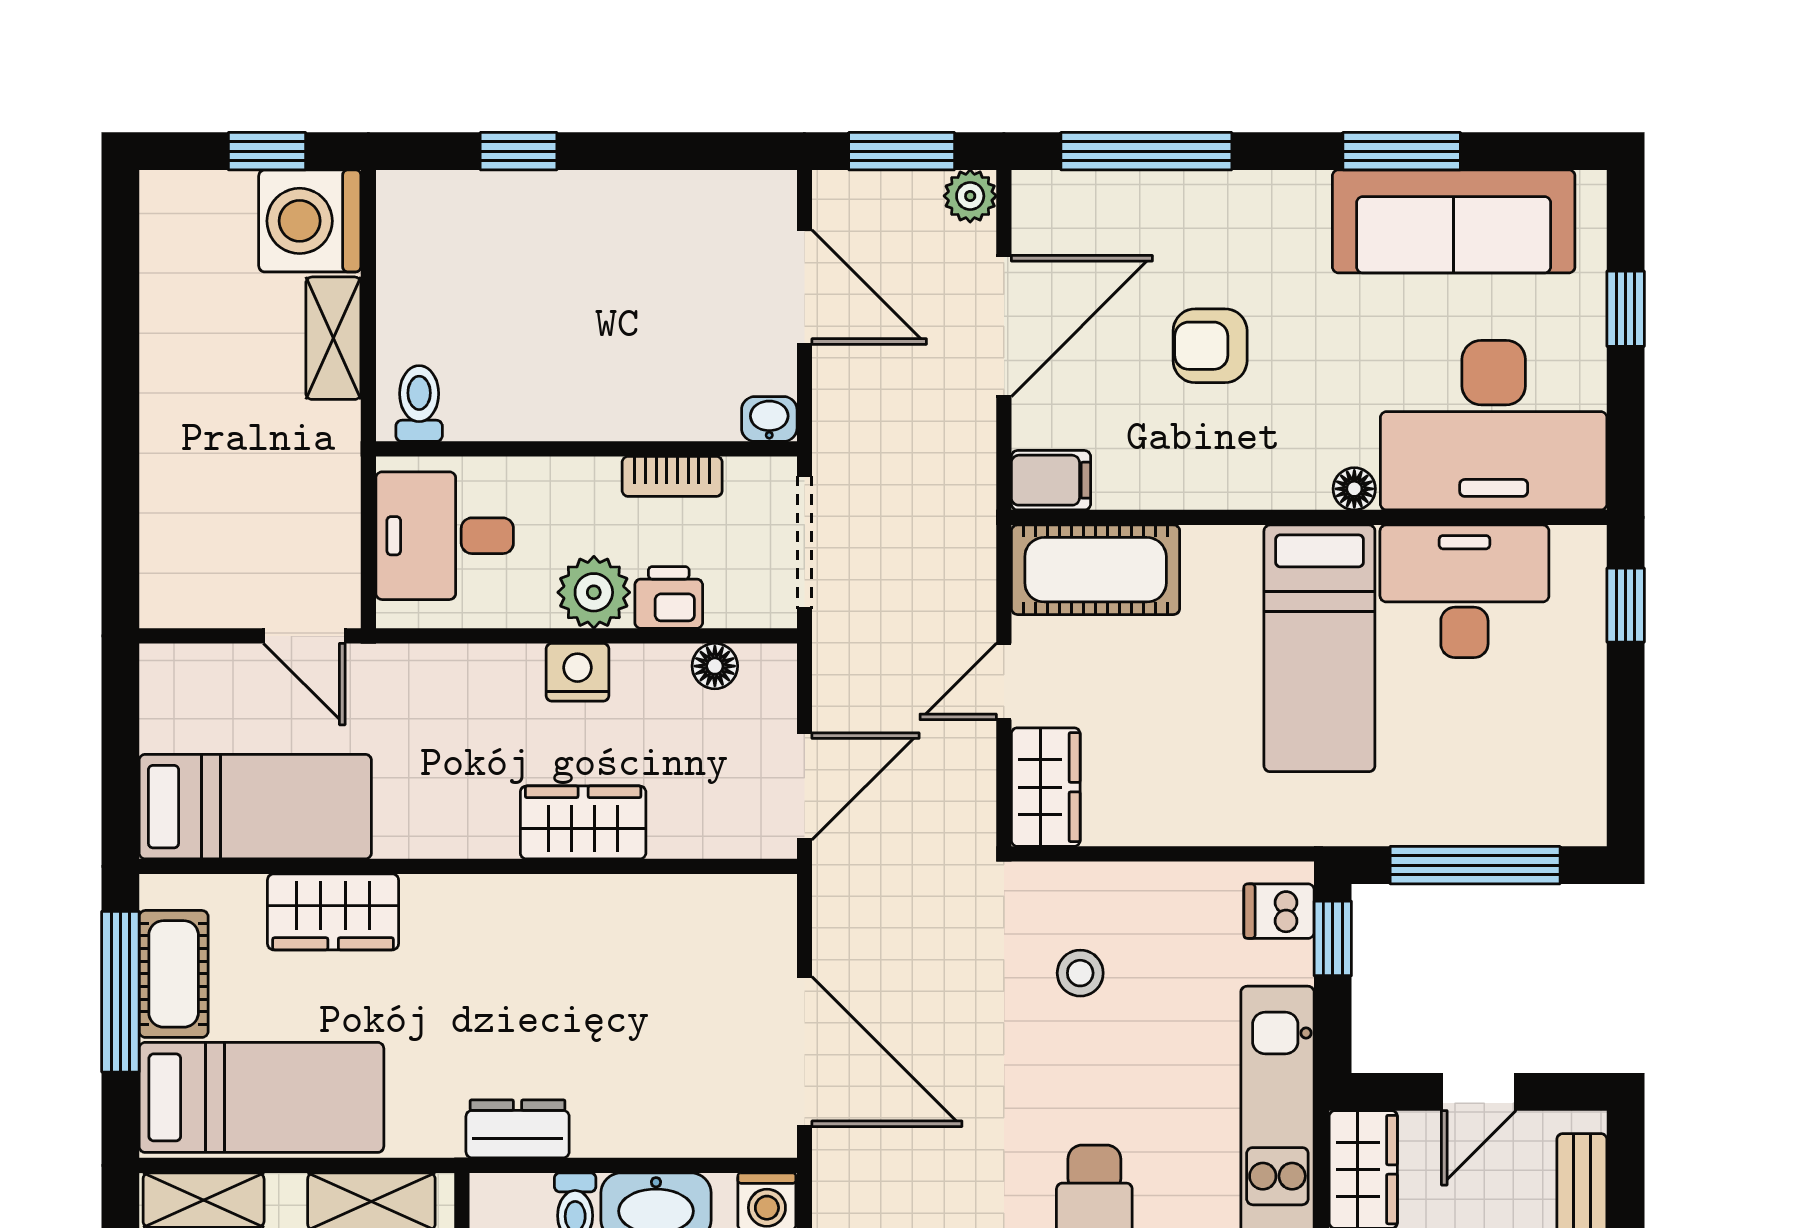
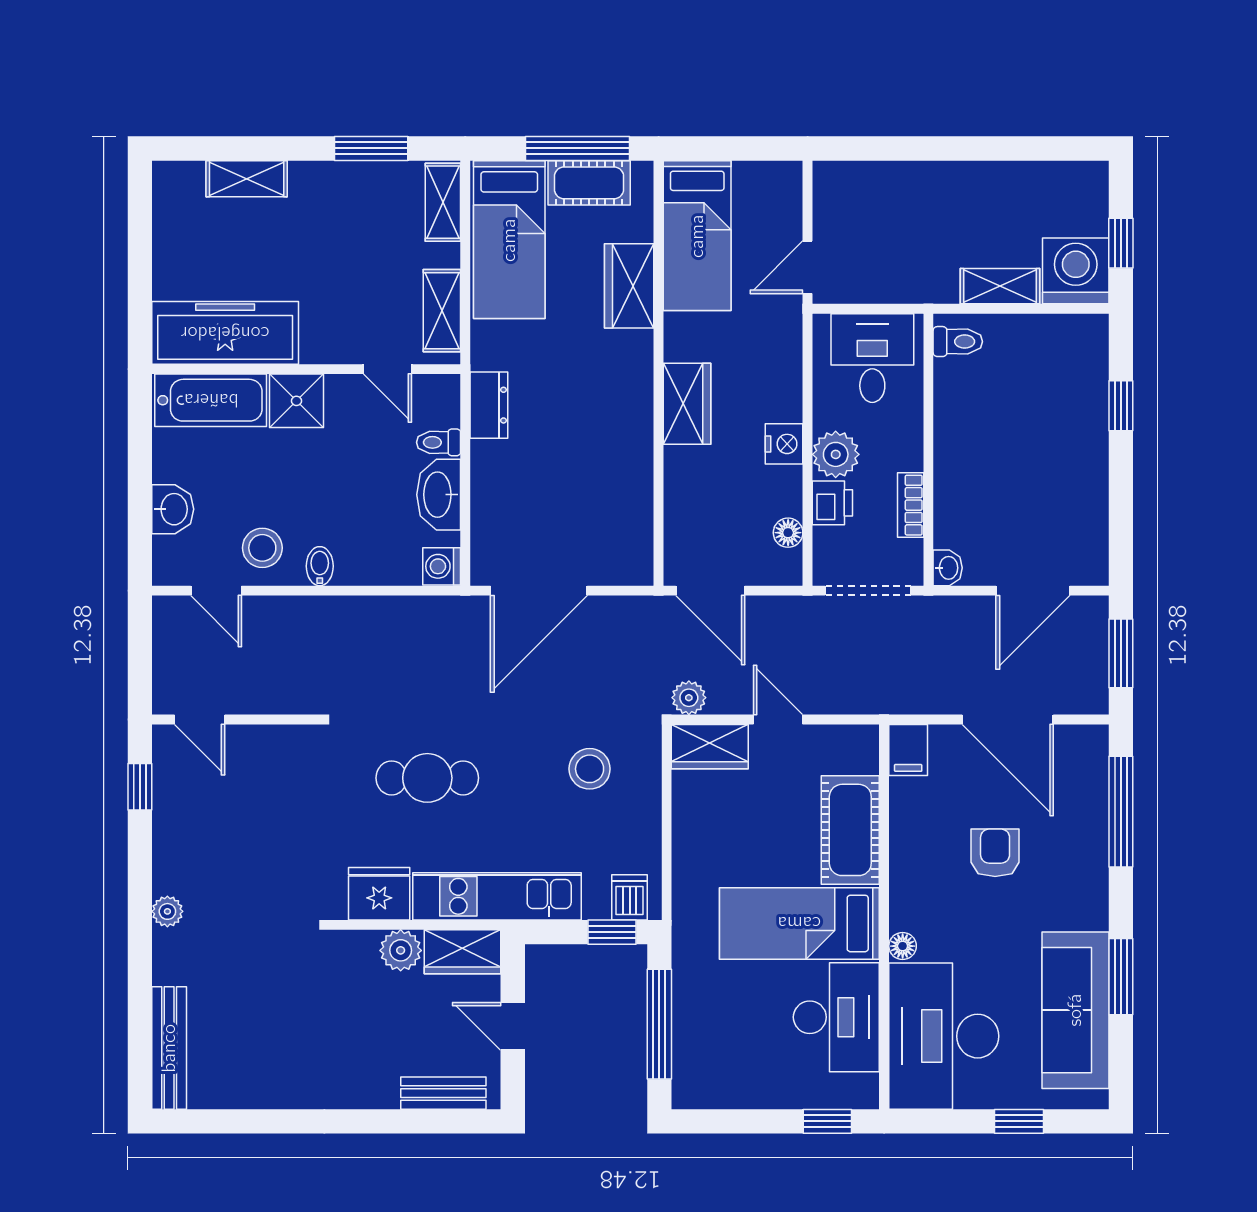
plant: (970, 196) -> (689, 698), moved
cot: (1096, 570) -> (850, 830), moved
wardrobe: (583, 822) -> (687, 404), moved
stool: (1080, 973) -> (590, 769), width x1.37, depth x1.37

